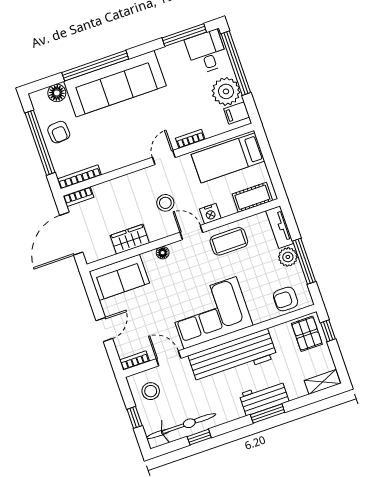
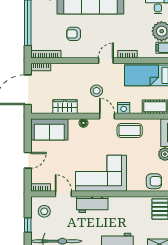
armchair: (59, 132) -> (74, 34), moved, turned 94
armchair: (286, 299) -> (154, 181), turned 180
workbench: (233, 356) -> (92, 204), width x0.53, depth x0.76

